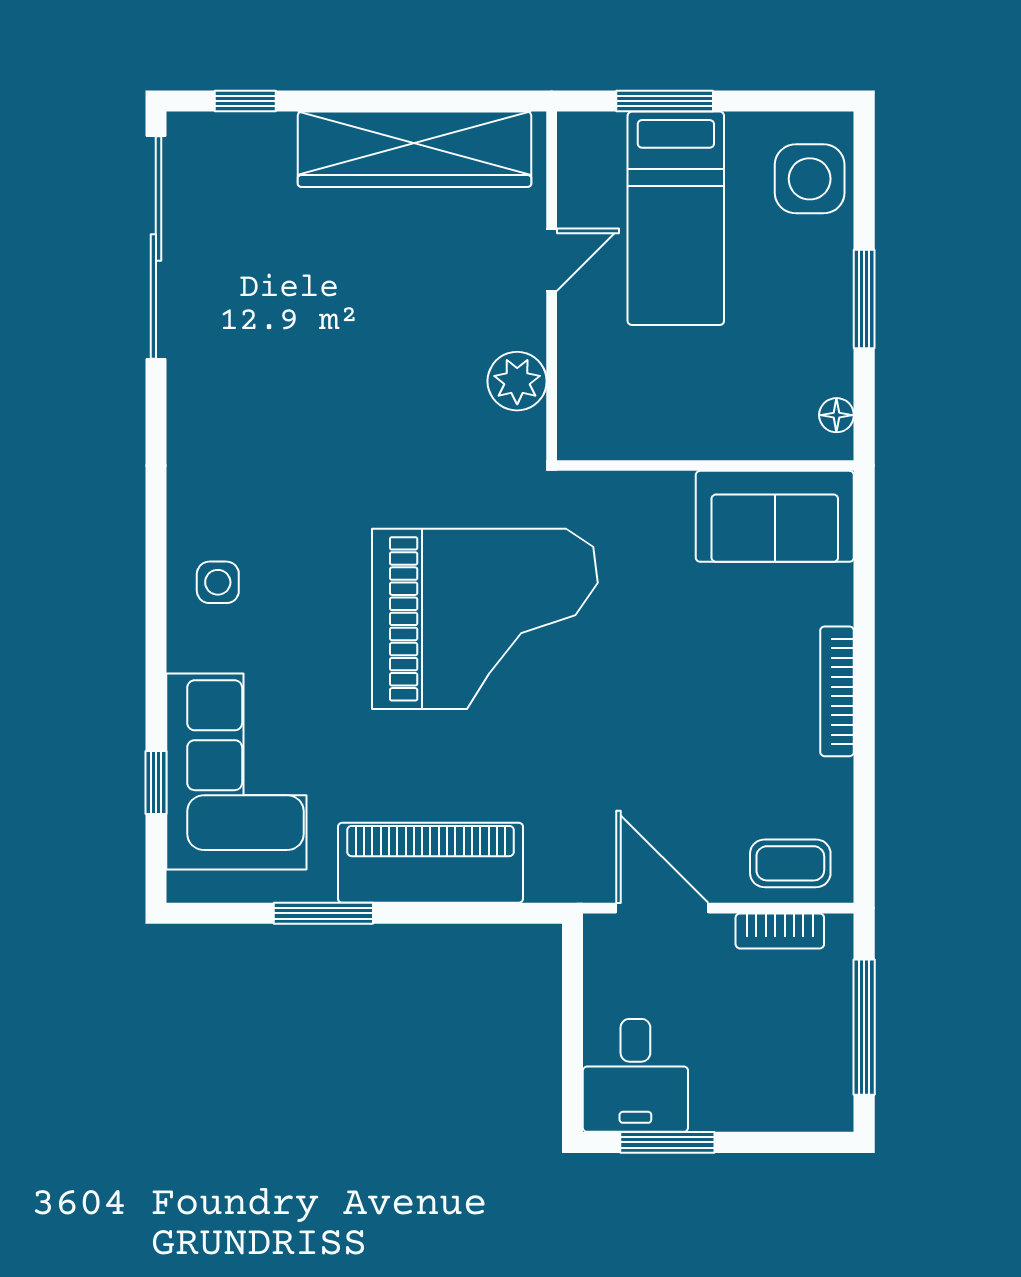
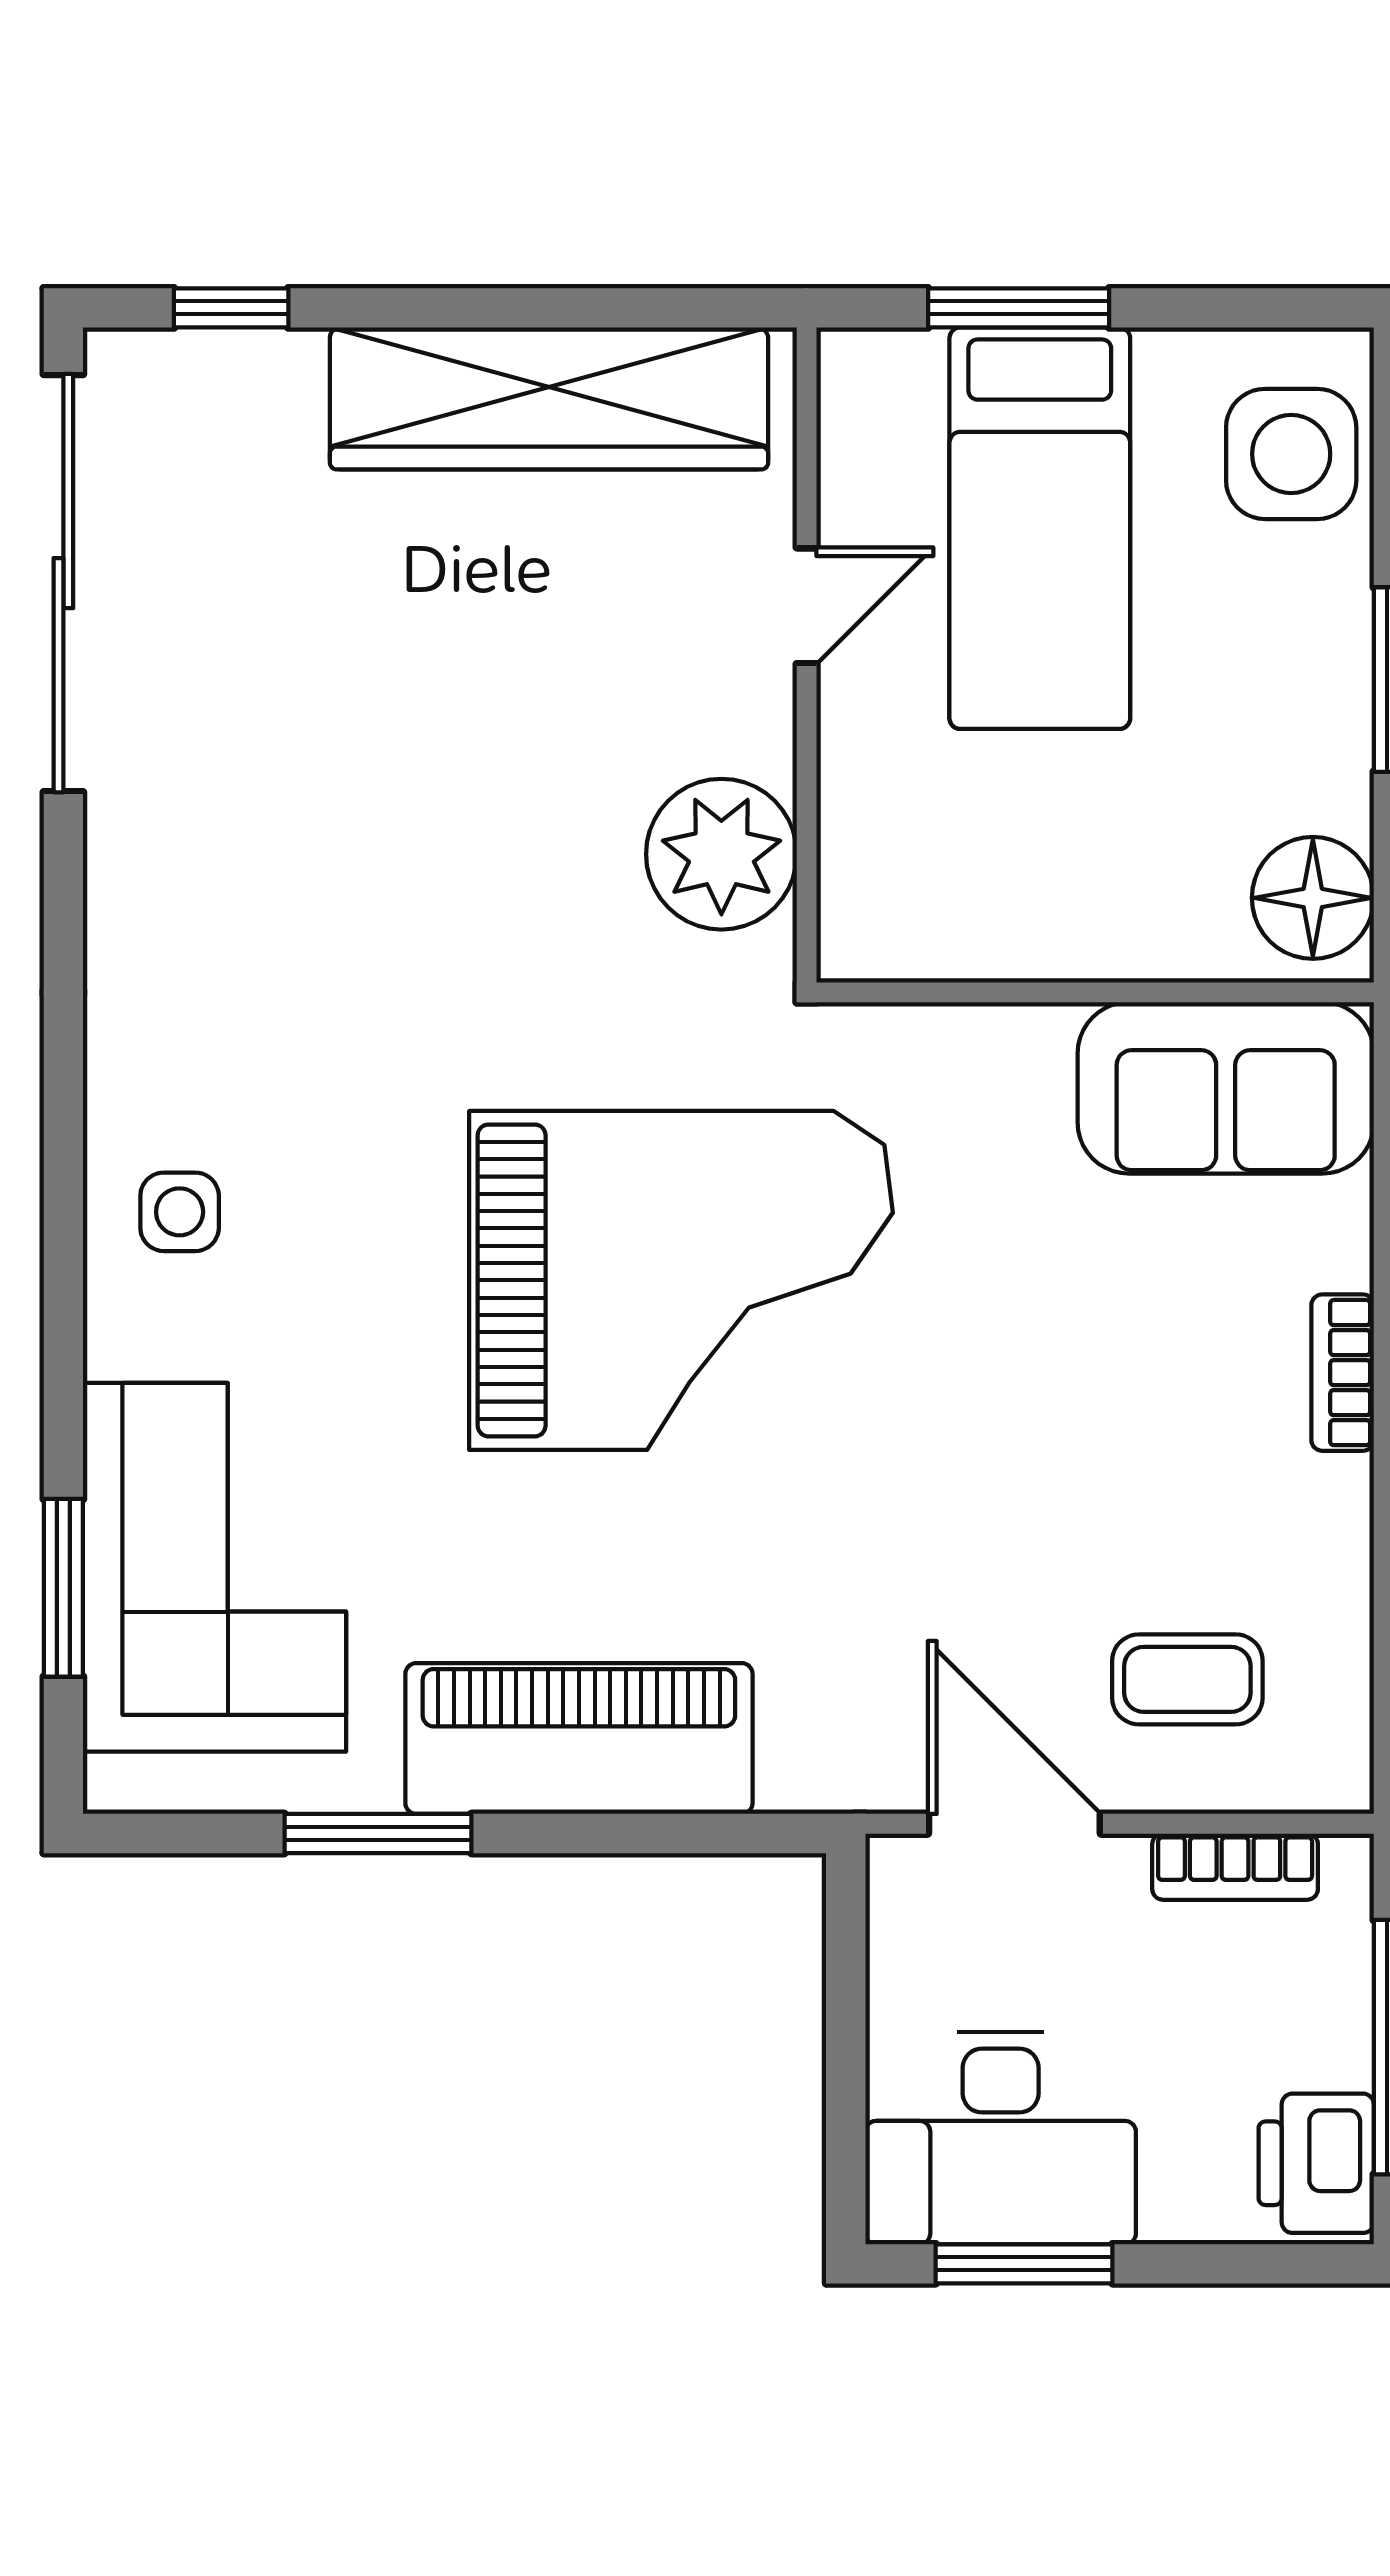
plant: (517, 381) -> (721, 854), width x1.36, depth x1.36
floor lamp: (836, 415) -> (1313, 898), width x1.89, depth x1.89
bookcase: (837, 691) -> (1343, 1373), width x0.64
window: (156, 782) -> (63, 1588), width x1.50
coffee table: (790, 863) -> (1187, 1679), moved
desk: (635, 1075) -> (1001, 2138), width x1.37
printer: (823, 1089) -> (1316, 2163), added

